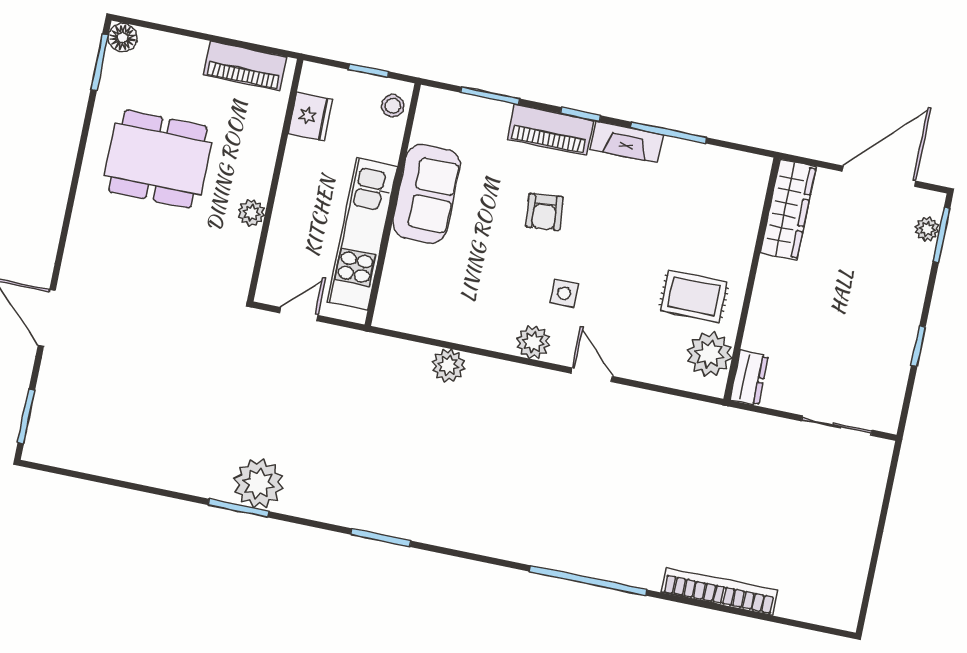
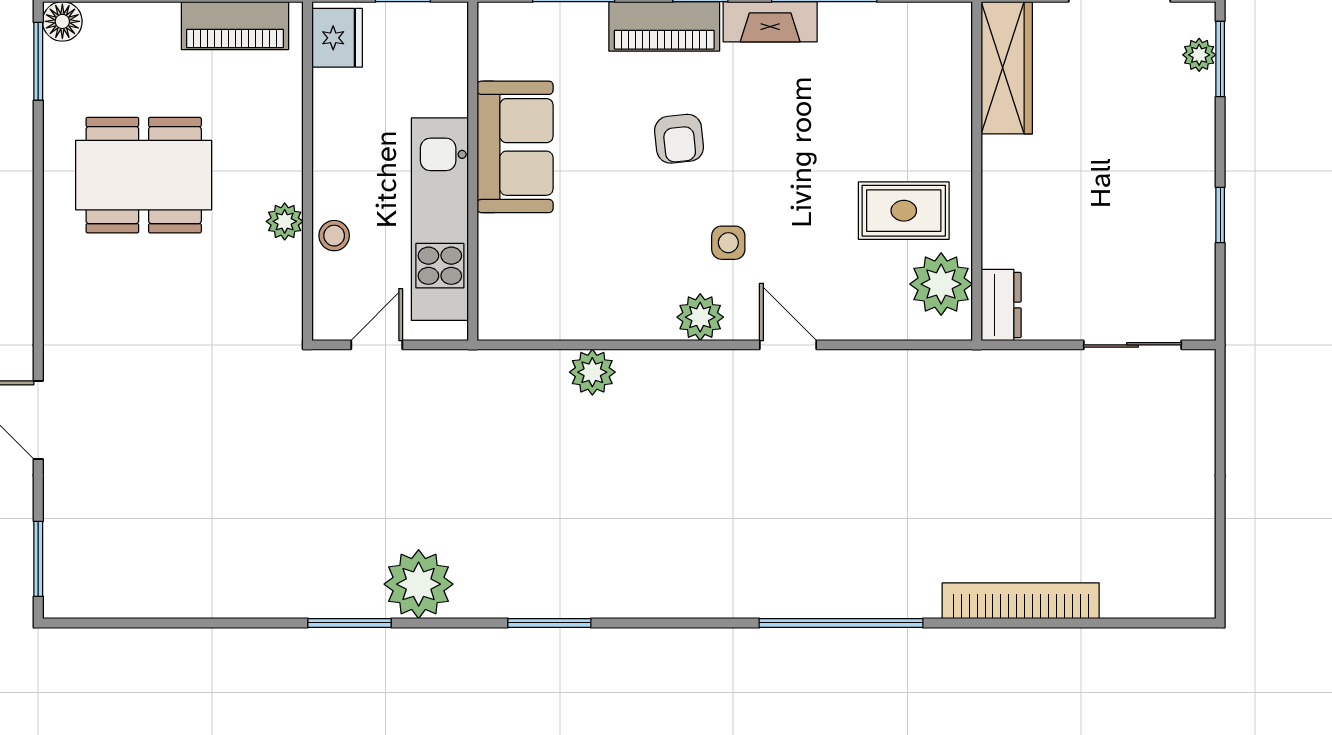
stool: (393, 106) -> (334, 236), moved
fridge: (310, 116) -> (337, 38), moved
plant: (258, 483) -> (419, 584), moved

